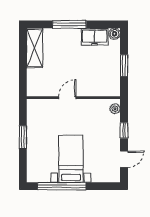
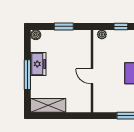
freezer: (95, 37) -> (38, 64), moved

